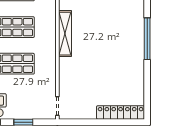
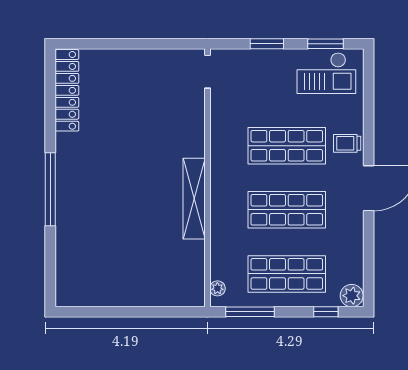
locker: (121, 112) -> (67, 90), moved, turned -90

